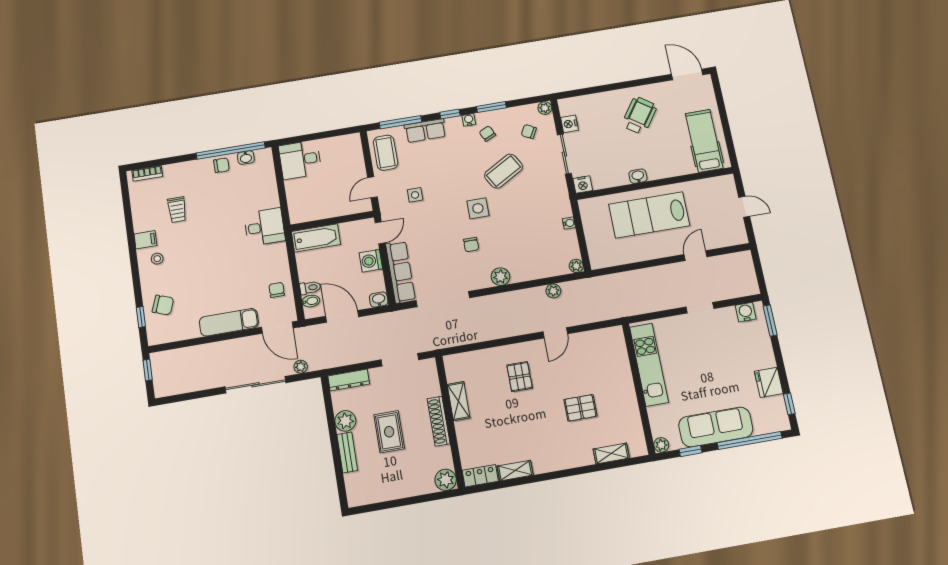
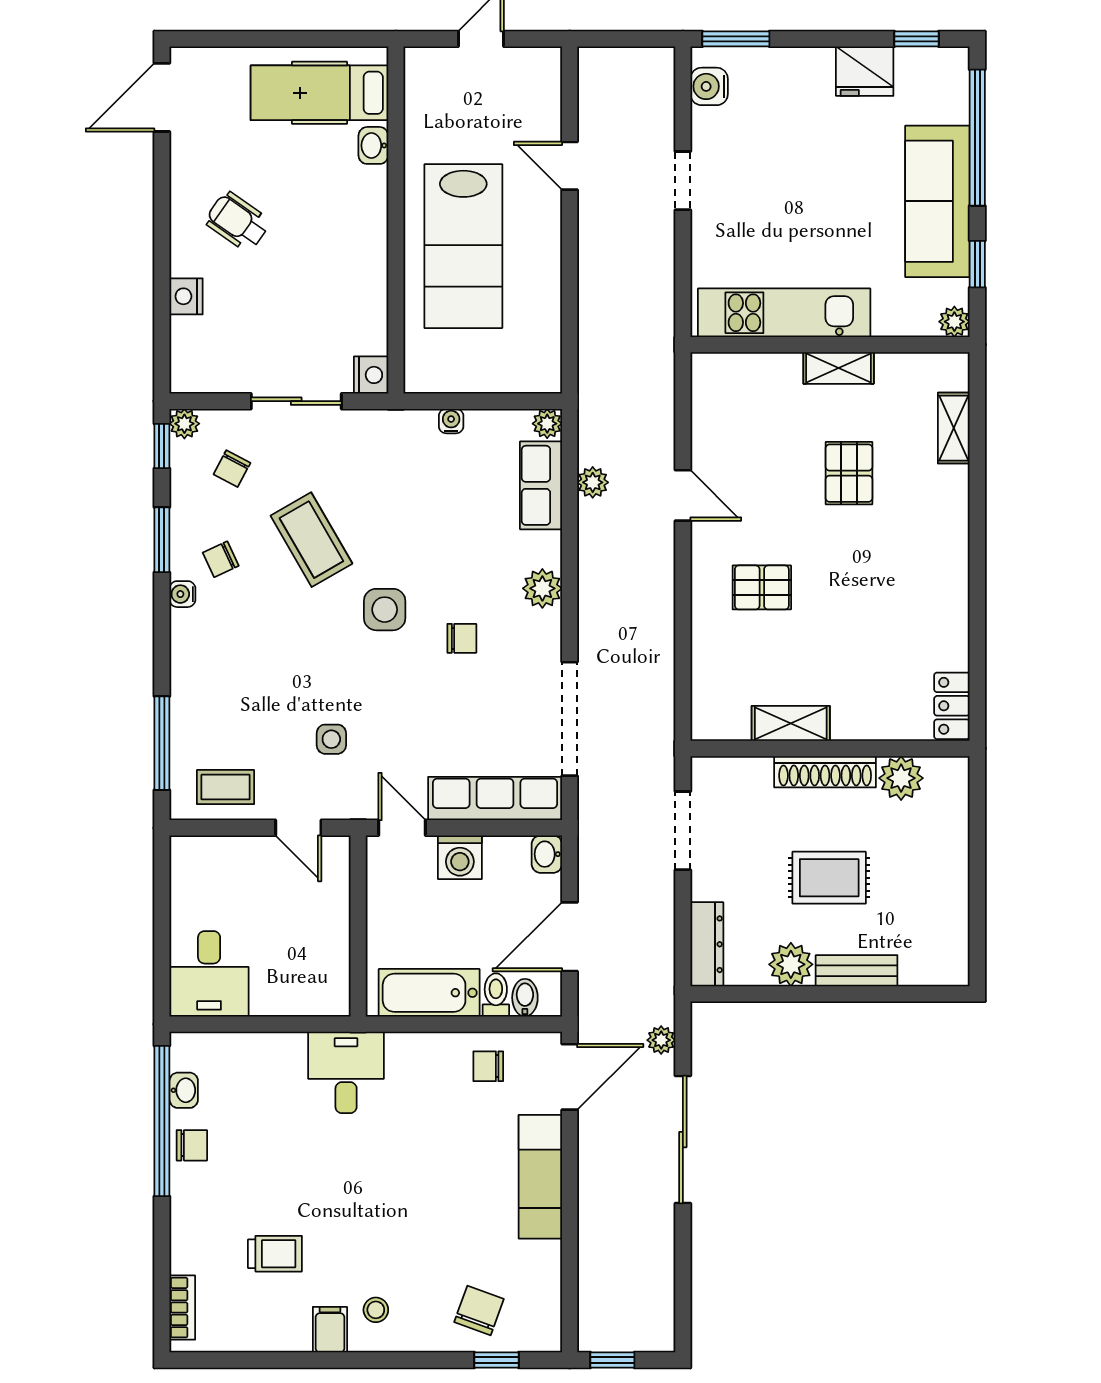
window: (450, 114) -> (162, 446), moved
wheelchair: (639, 116) -> (238, 222), width x0.73, depth x0.73
nightstand: (569, 124) -> (186, 296), moved, turned 90
row of seats: (425, 131) -> (541, 485), moved, turned 180
coffee table: (386, 153) -> (226, 787), width x0.73, depth x0.77
chair: (221, 165) -> (192, 1145), turned 90
washbasin: (638, 176) -> (373, 145), moved
bathtub: (316, 238) -> (429, 993), moved, turned -90
shelving: (515, 471) -> (839, 368), moved, turned 90
plant: (446, 480) -> (901, 778), moved

